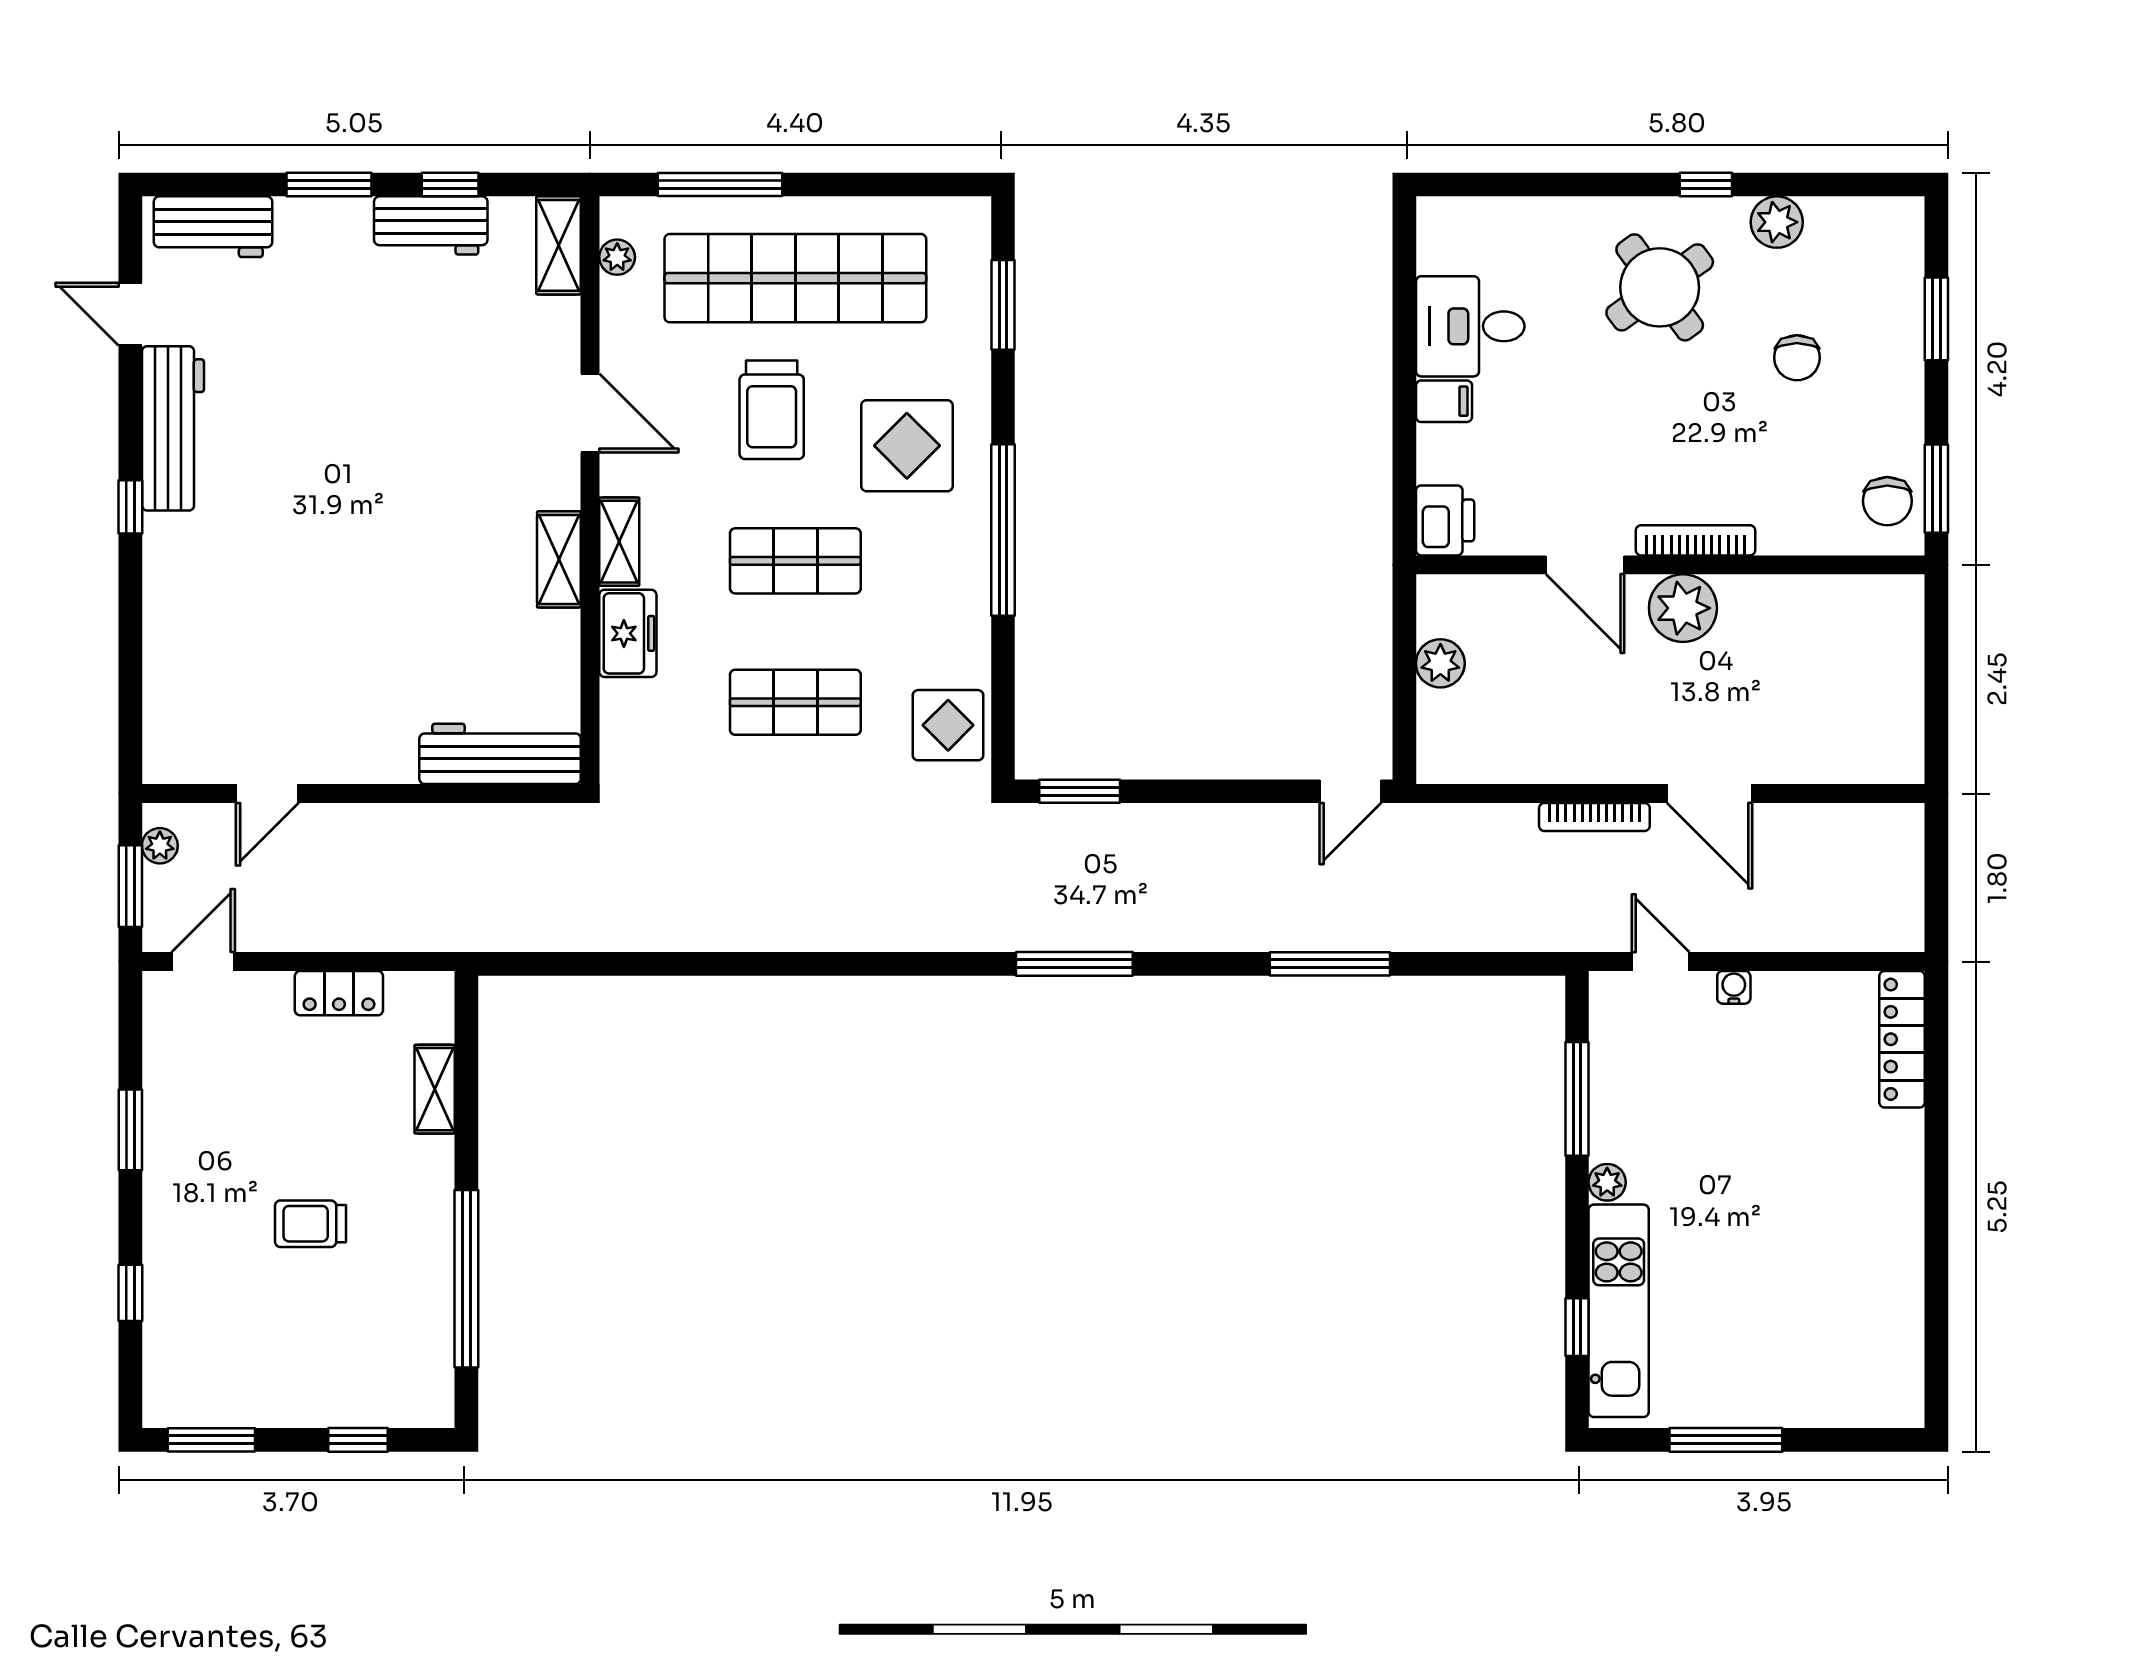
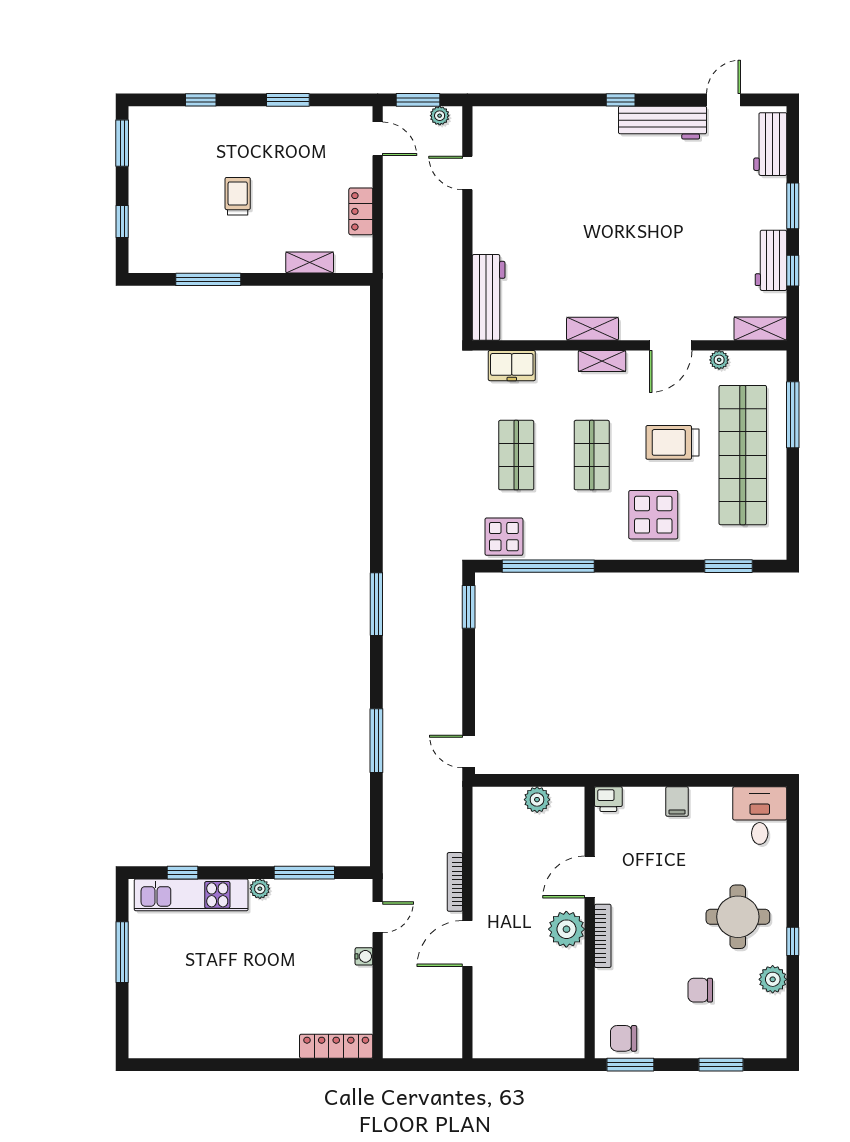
plant: (617, 257) -> (719, 360), moved
round table: (1660, 287) -> (738, 917), turned 36
desk: (1470, 326) -> (760, 816), moved
printer: (1445, 520) -> (608, 799), width x0.73, depth x0.81
window: (1003, 530) -> (548, 566), moved
freezer: (628, 633) -> (512, 366), moved
window: (466, 1279) -> (208, 279), width x0.68

